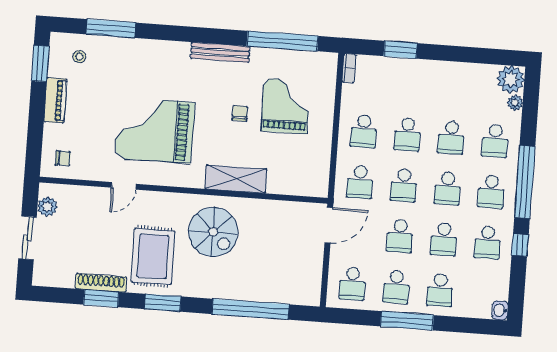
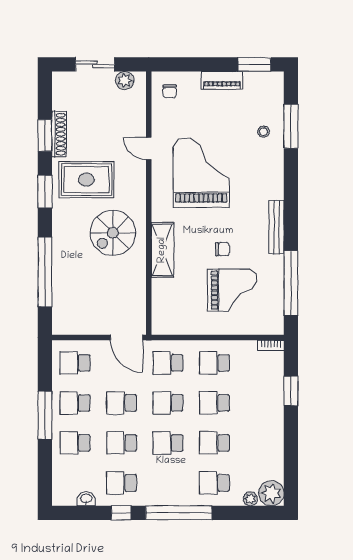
stool: (79, 57) -> (263, 132), moved
school desk: (491, 192) -> (168, 483), removed
washbasin: (500, 310) -> (86, 499), moved

